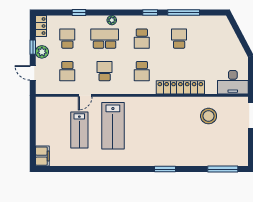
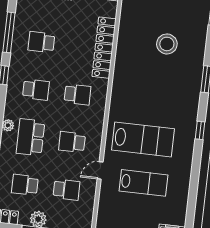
door: (85, 95) -> (100, 170), swing flipped
stool: (209, 116) -> (167, 44), moved
window: (125, 169) -> (200, 130), added

